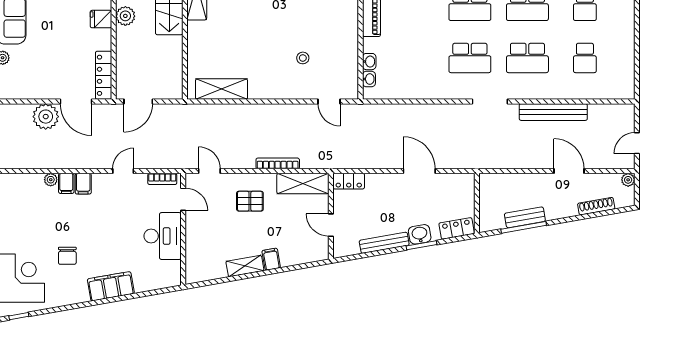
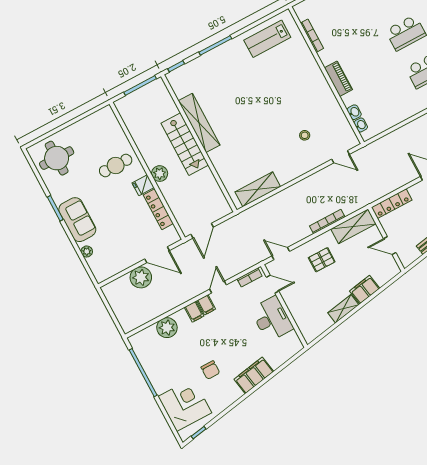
locker: (104, 75) -> (158, 209), moved
plant: (51, 180) -> (167, 328), width x1.88, depth x1.88
locker: (349, 181) -> (392, 204), width x1.53
filing cabinet: (66, 183) -> (206, 305), moved
filing cabinet: (271, 259) -> (365, 290), width x2.00

